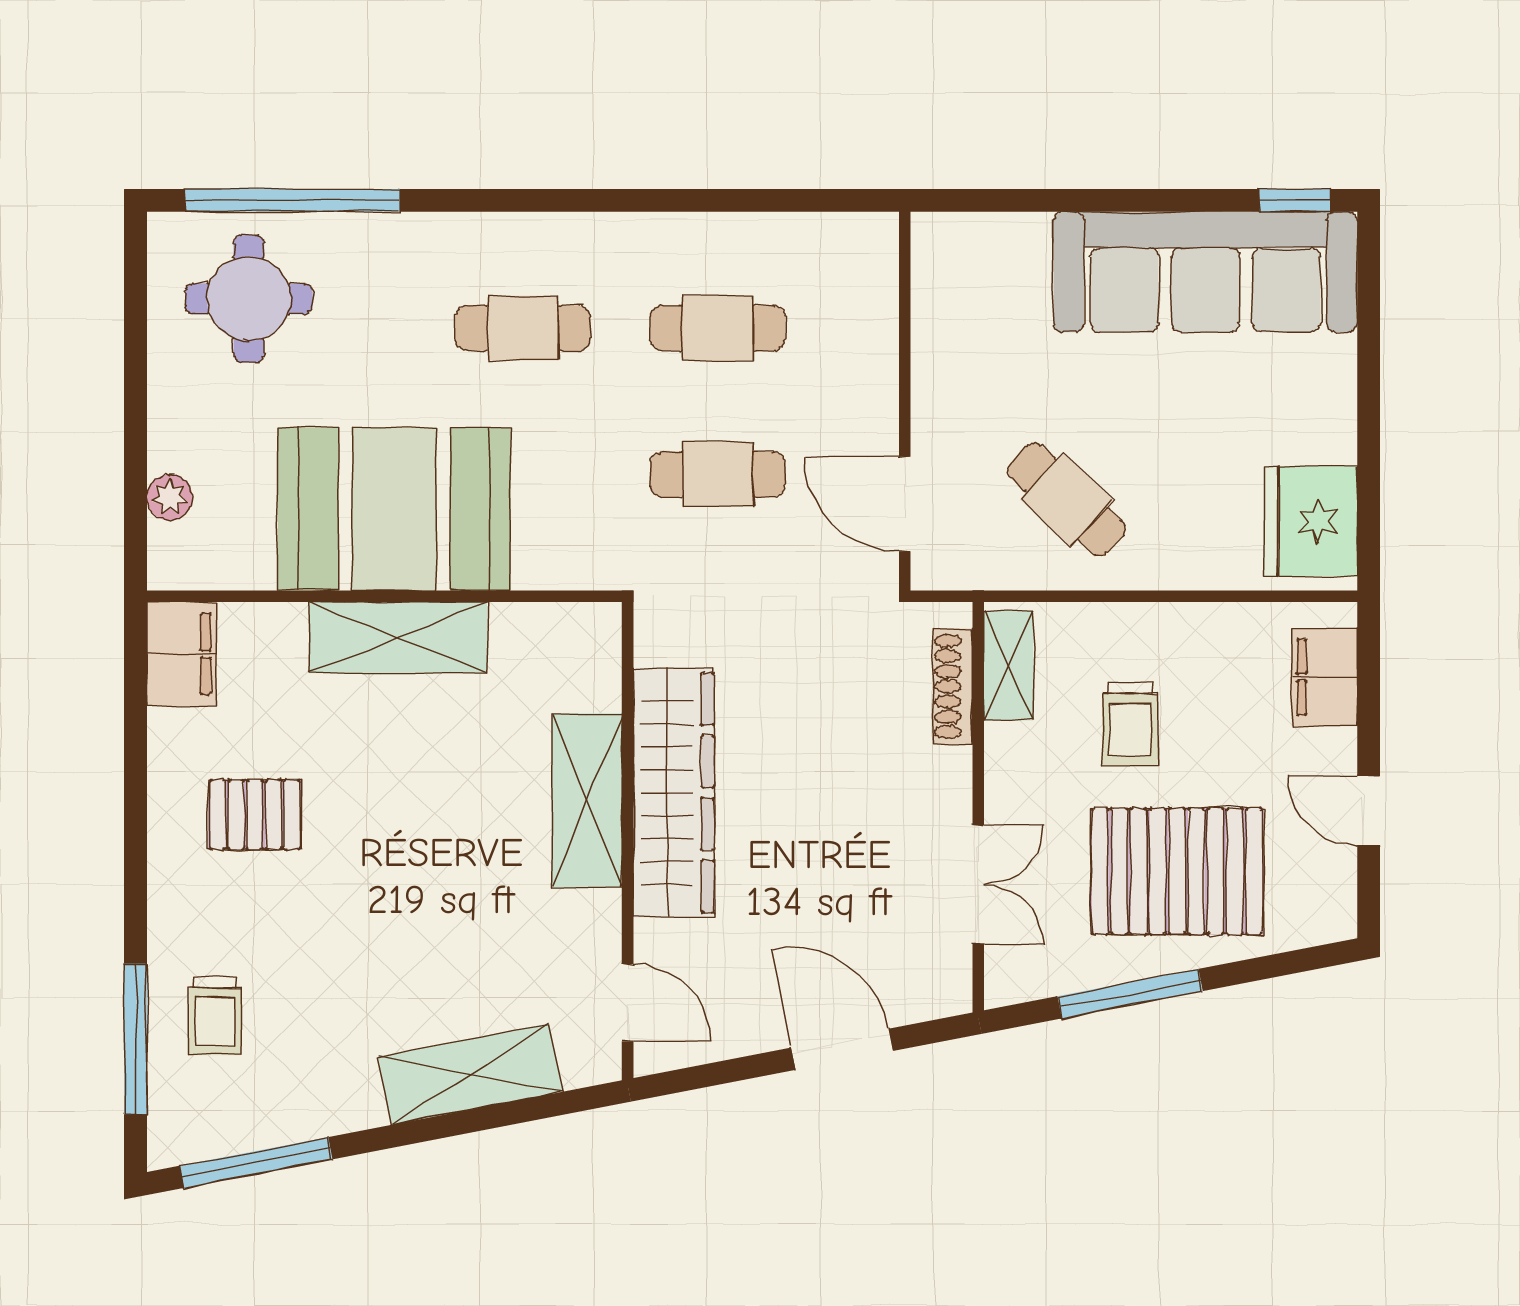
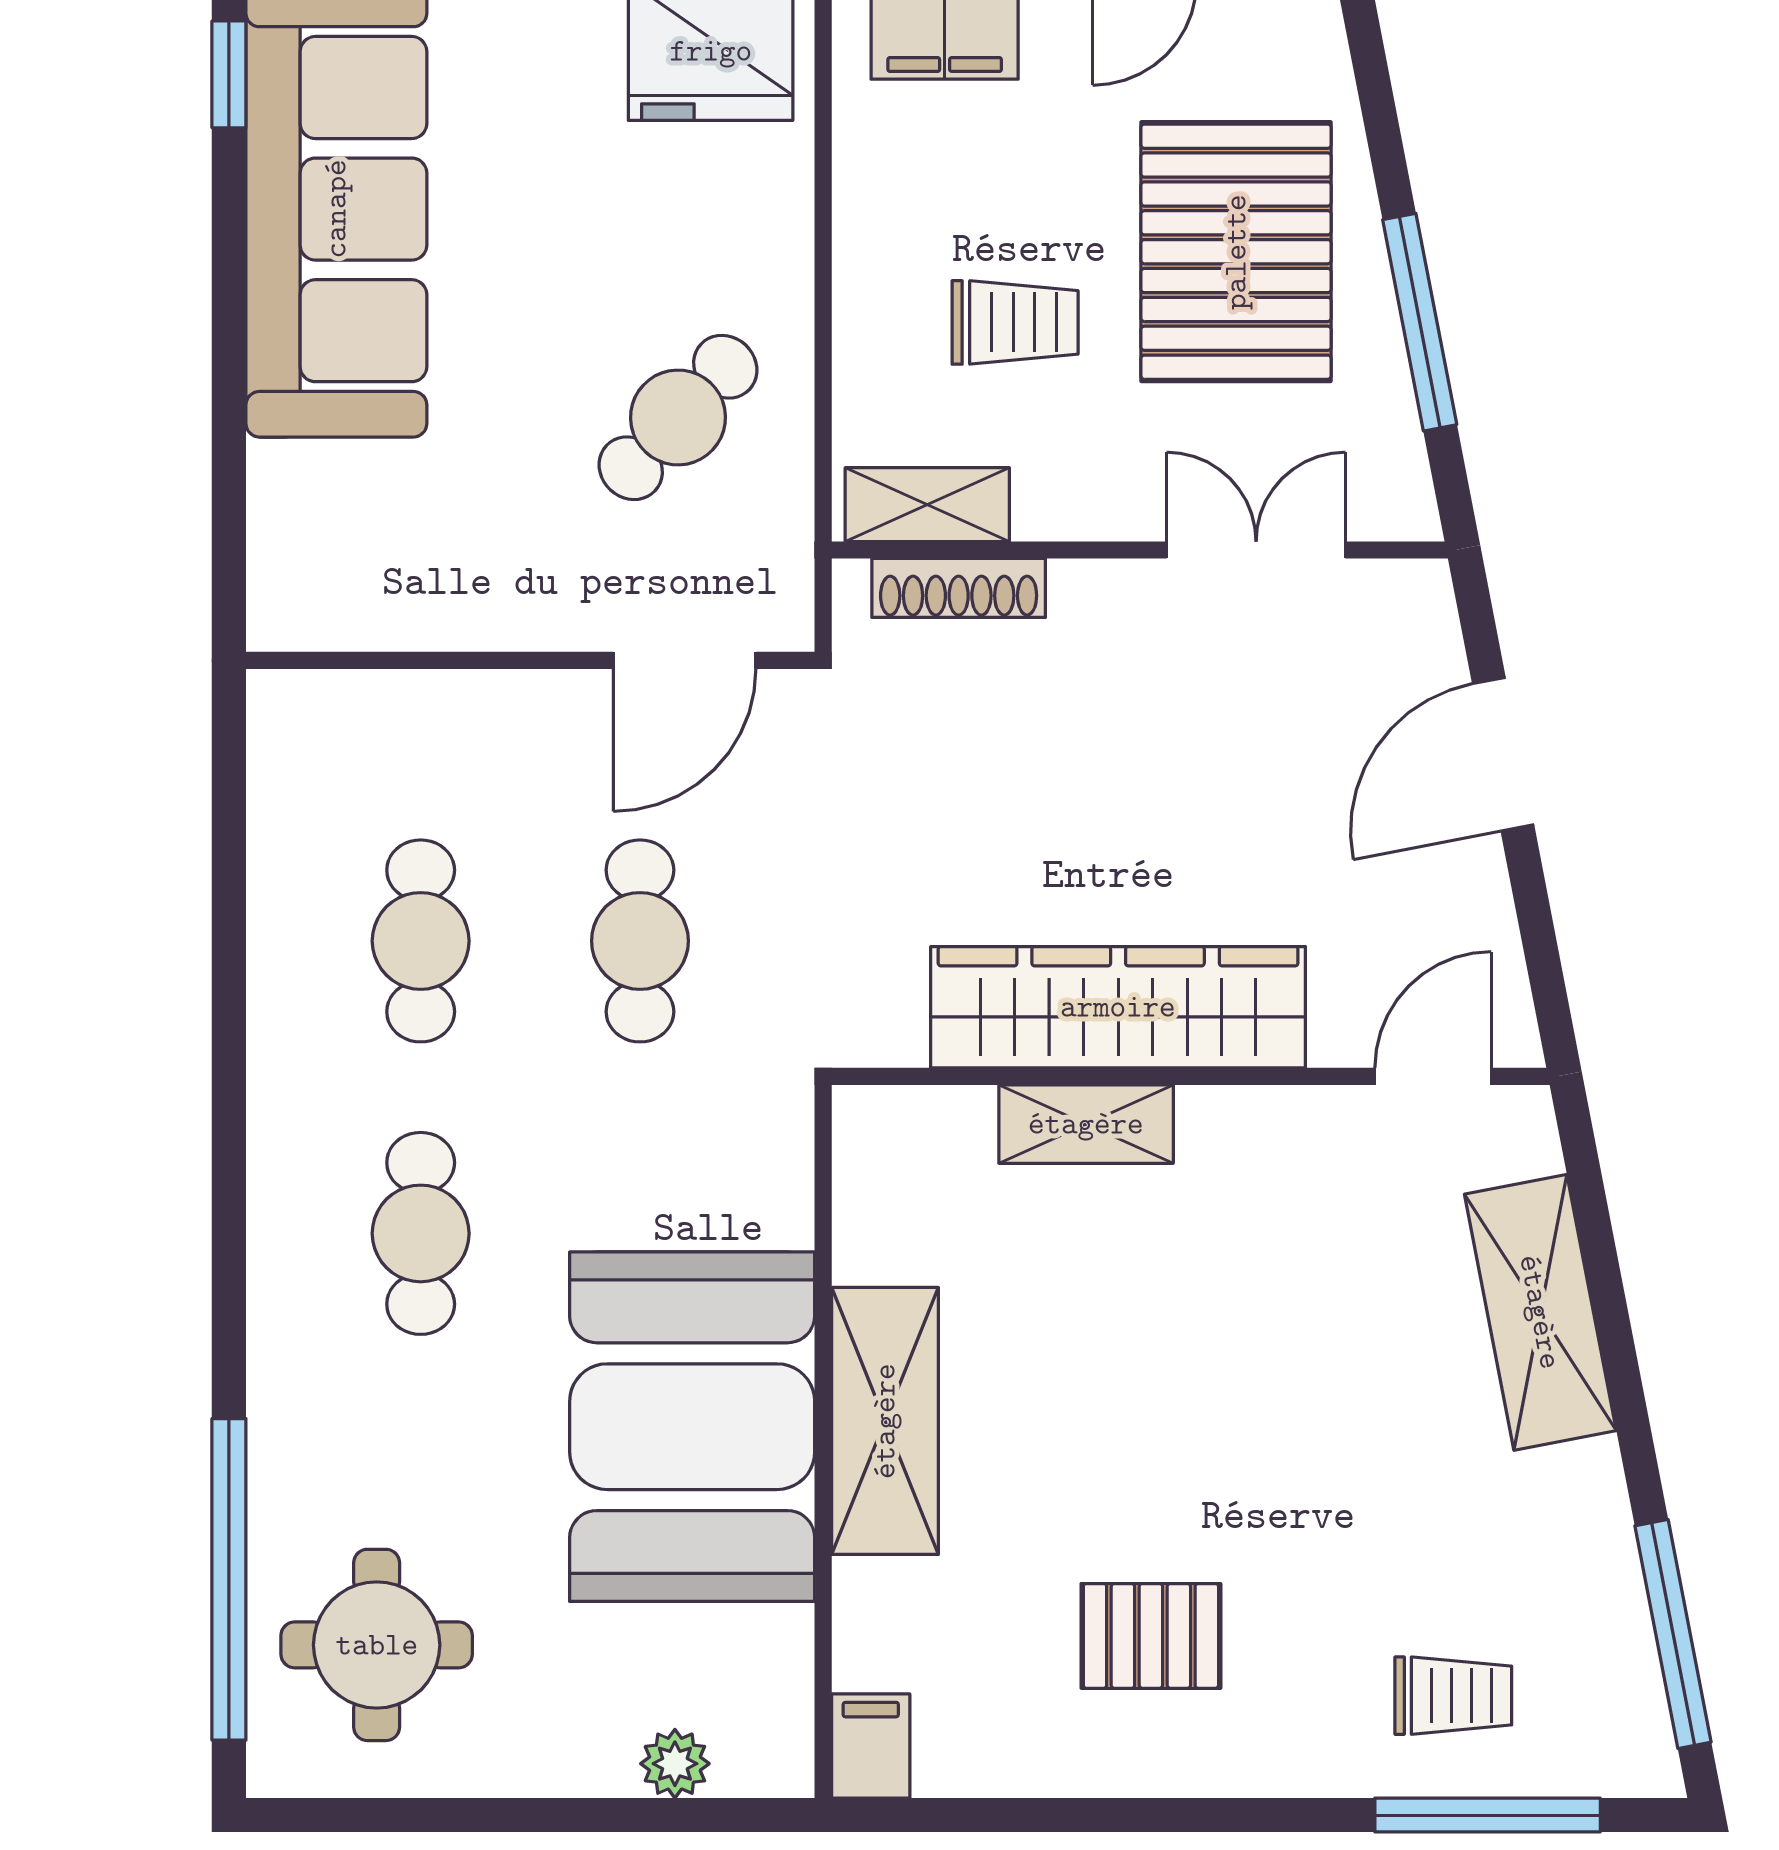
filing cabinet: (181, 654) -> (871, 1746), width x0.50
shelving: (587, 800) -> (1086, 1124), width x0.67, depth x0.75
pallet: (255, 815) -> (1151, 1636), turned 90

